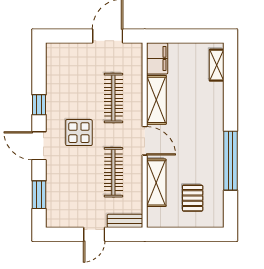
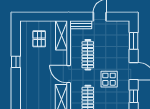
window: (230, 161) -> (16, 62), width x0.32
shelving: (156, 183) -> (61, 35), moved

